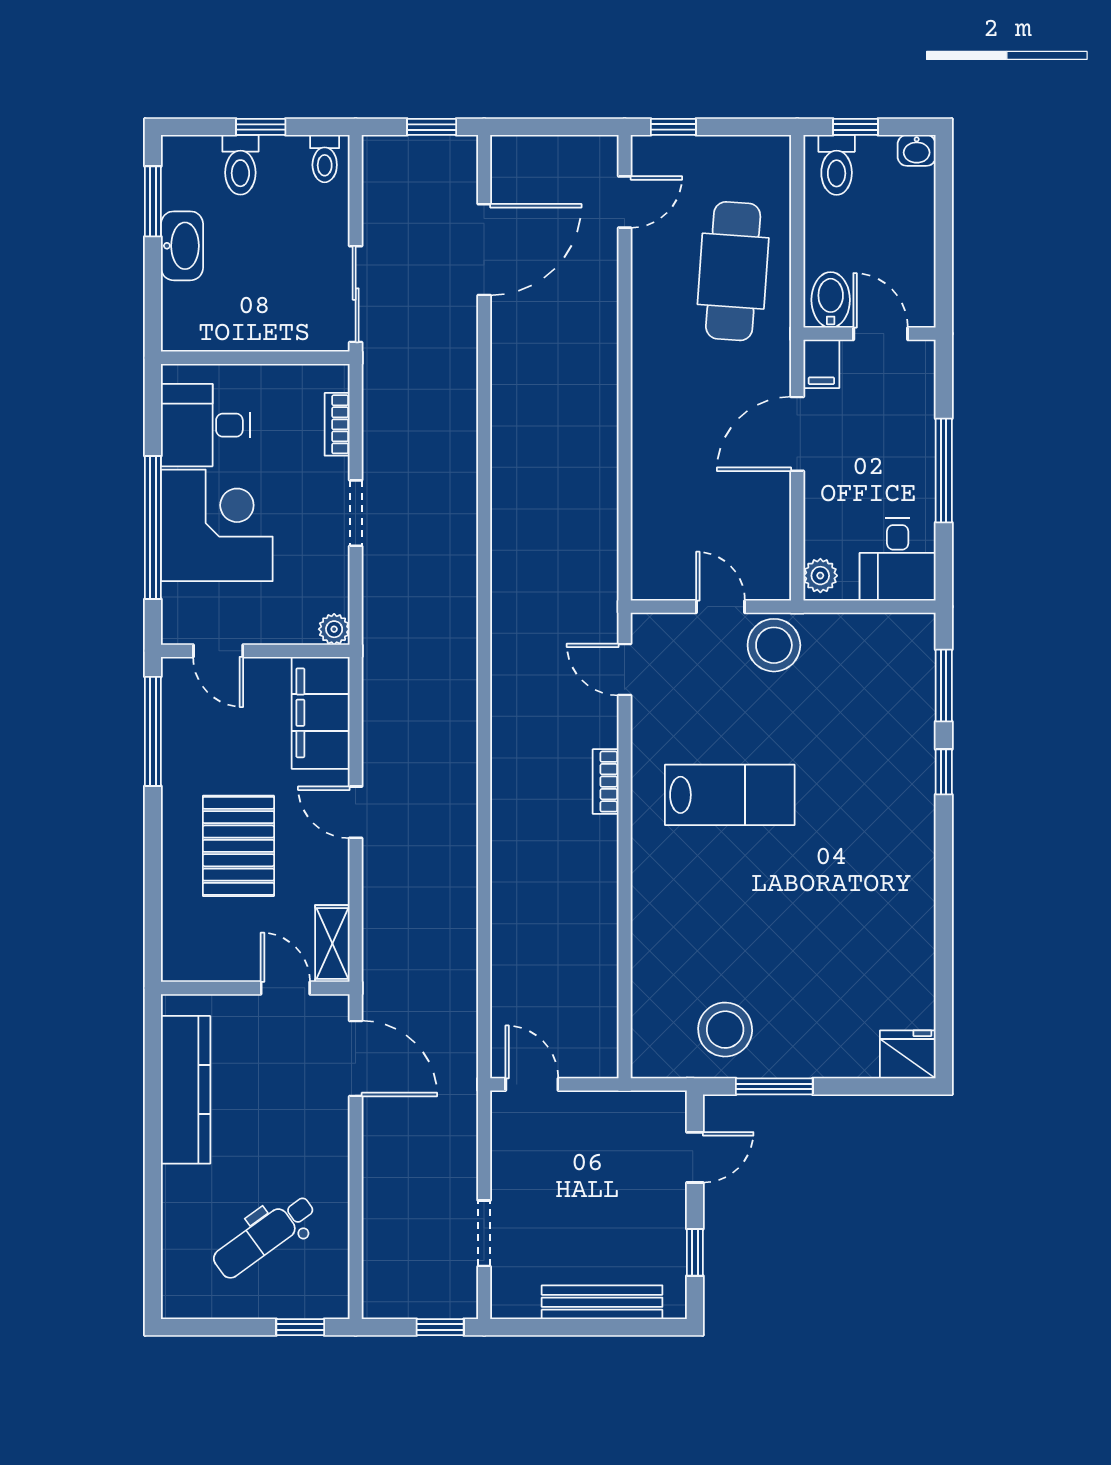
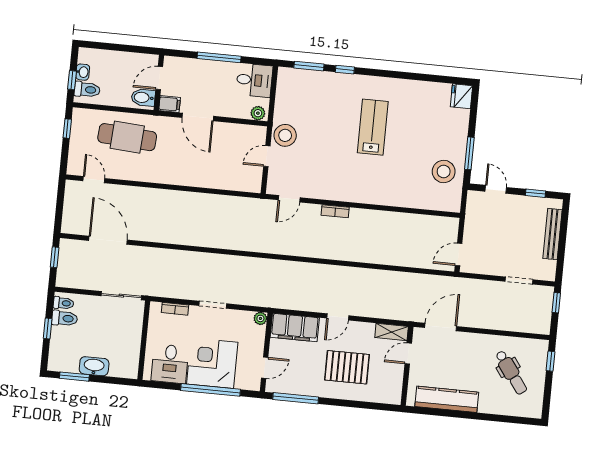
window: (673, 127) -> (67, 129), moved
washbasin: (917, 150) -> (83, 72), moved
toilet: (240, 165) -> (65, 318), moved
lab bench: (730, 795) -> (373, 127), moved

